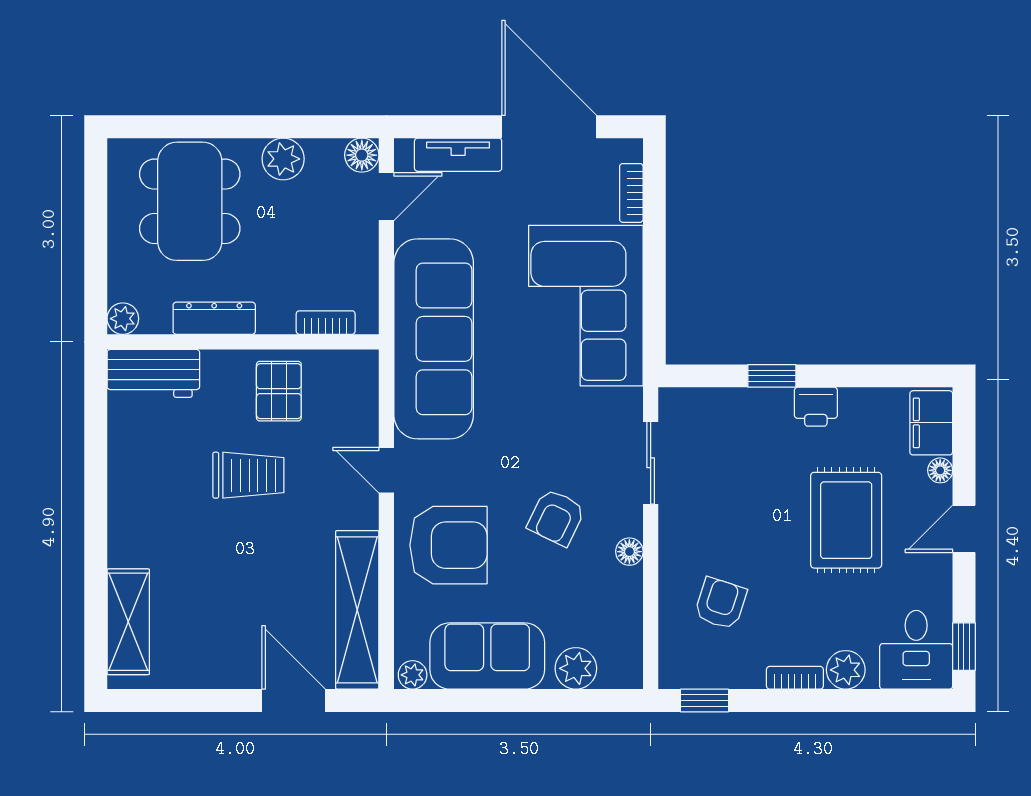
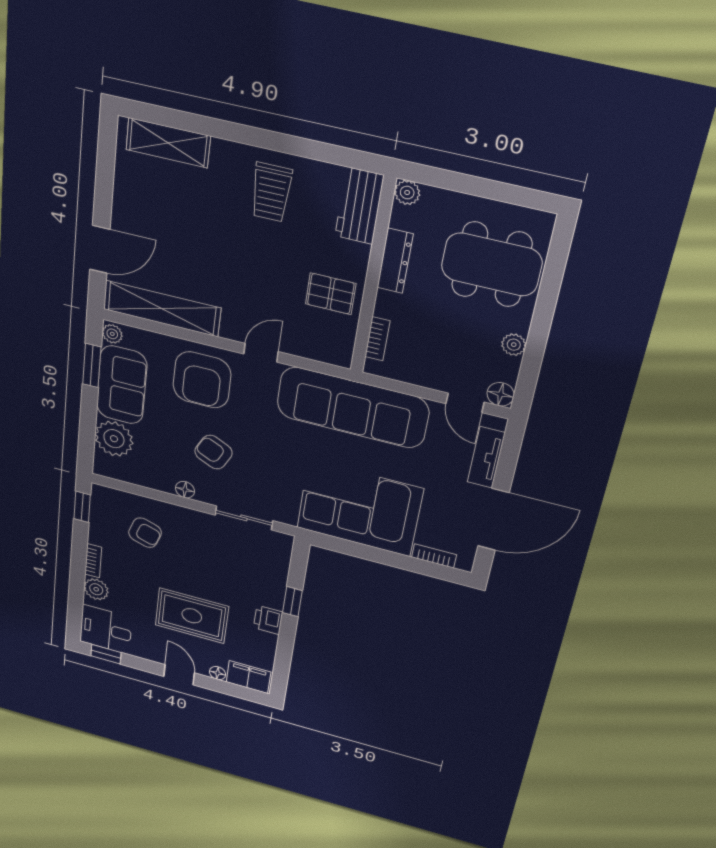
plant: (283, 159) -> (514, 345), width x0.73, depth x0.73
trolley: (248, 475) -> (271, 192), moved
plant: (576, 668) -> (114, 439), width x1.36, depth x1.36
window: (469, 700) -> (92, 366), added

